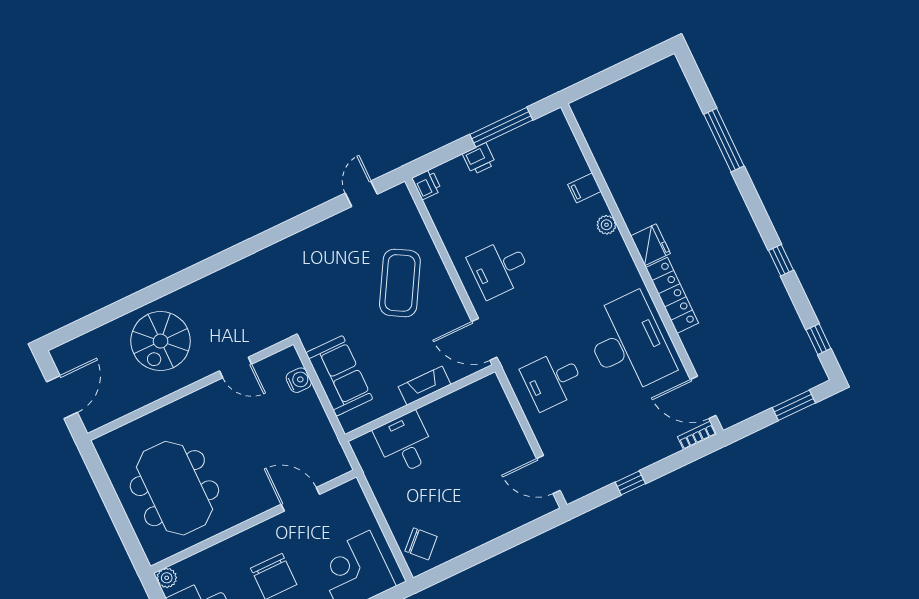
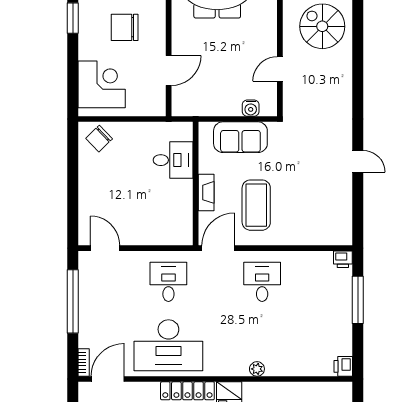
window: (501, 127) -> (358, 300), moved
printer: (479, 159) -> (343, 366), moved
filing cabinet: (585, 188) -> (289, 366), removed
door: (361, 194) -> (358, 161), moved
coffee table: (400, 283) -> (256, 205), moved, turned 60
door: (548, 475) -> (105, 248), hinge flipped
window: (630, 483) -> (73, 301), width x3.17

